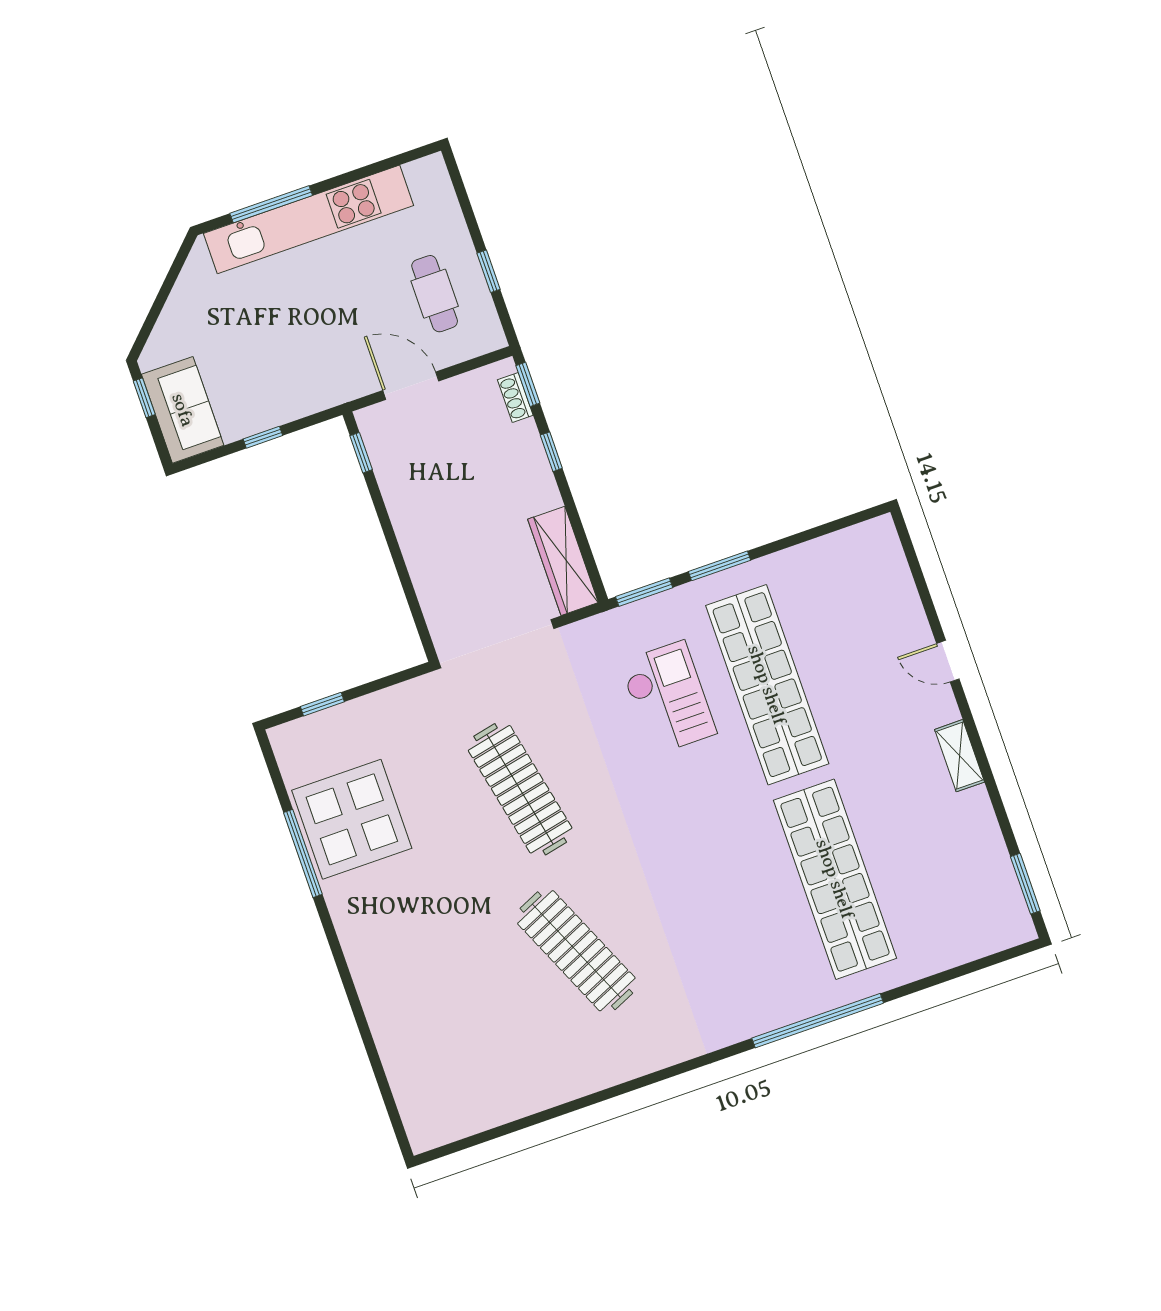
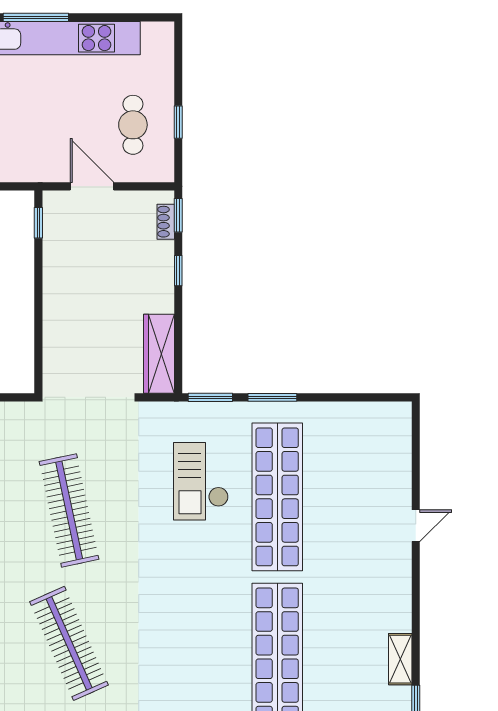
door: (948, 661) -> (416, 526), swing flipped
checkout: (668, 698) -> (201, 481), turned 180
shelving: (960, 756) -> (400, 659), moved

